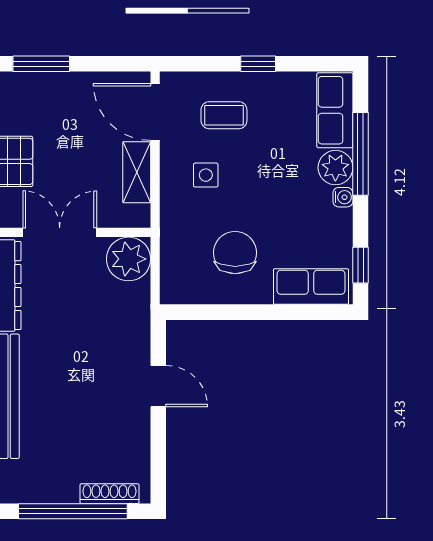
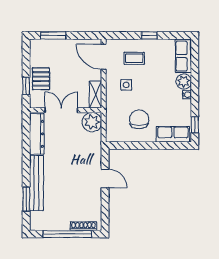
window: (360, 154) -> (195, 75), removed
shelving: (137, 172) -> (95, 95), moved

